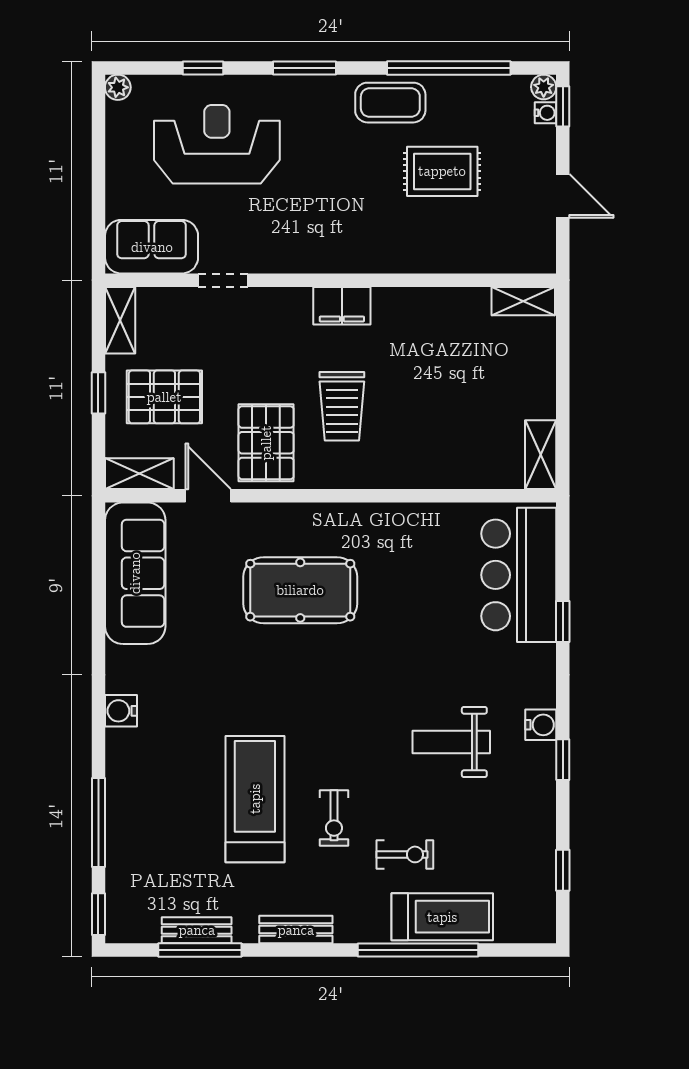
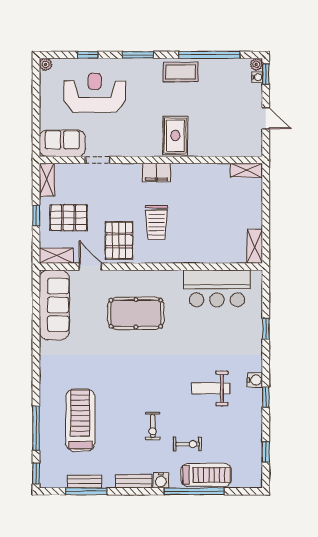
rug: (442, 171) -> (175, 135), moved, turned 90
bar counter: (519, 575) -> (217, 288), moved, turned -90
water cooler: (121, 711) -> (161, 480), moved, turned -90
treadmill: (255, 799) -> (80, 420), moved

